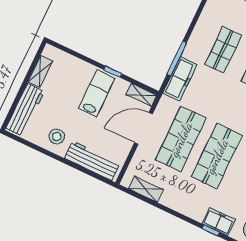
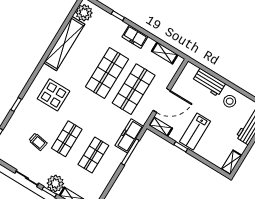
shelving: (40, 72) -> (232, 162), moved
workbench: (92, 161) -> (209, 82), width x0.73
freezer: (219, 222) -> (135, 37), moved

